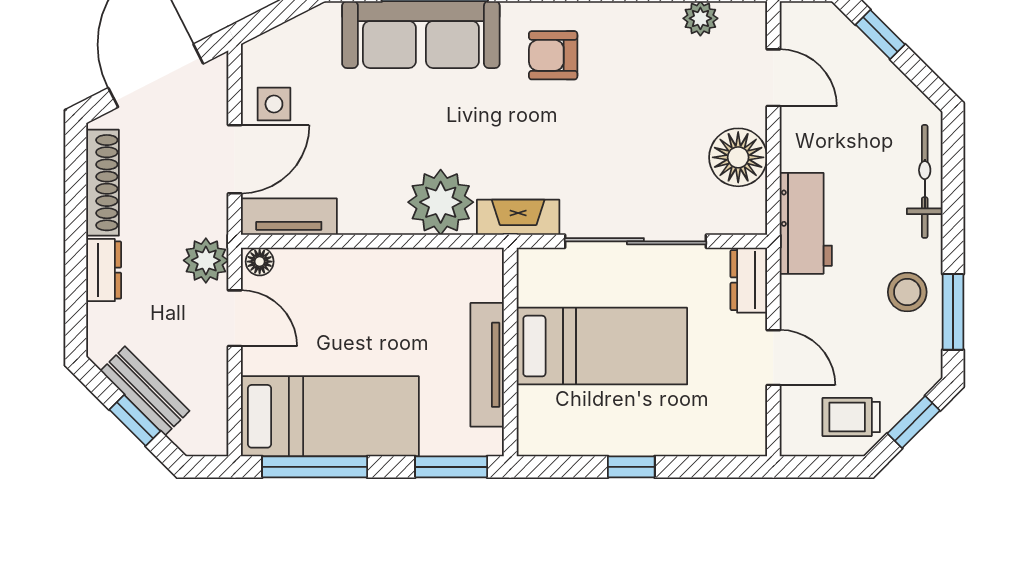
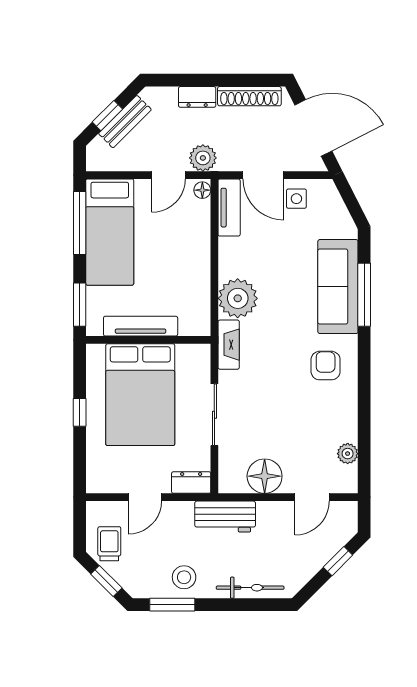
sliding door: (635, 241) -> (214, 415), width x0.73
bed: (602, 346) -> (140, 395), width x1.50

